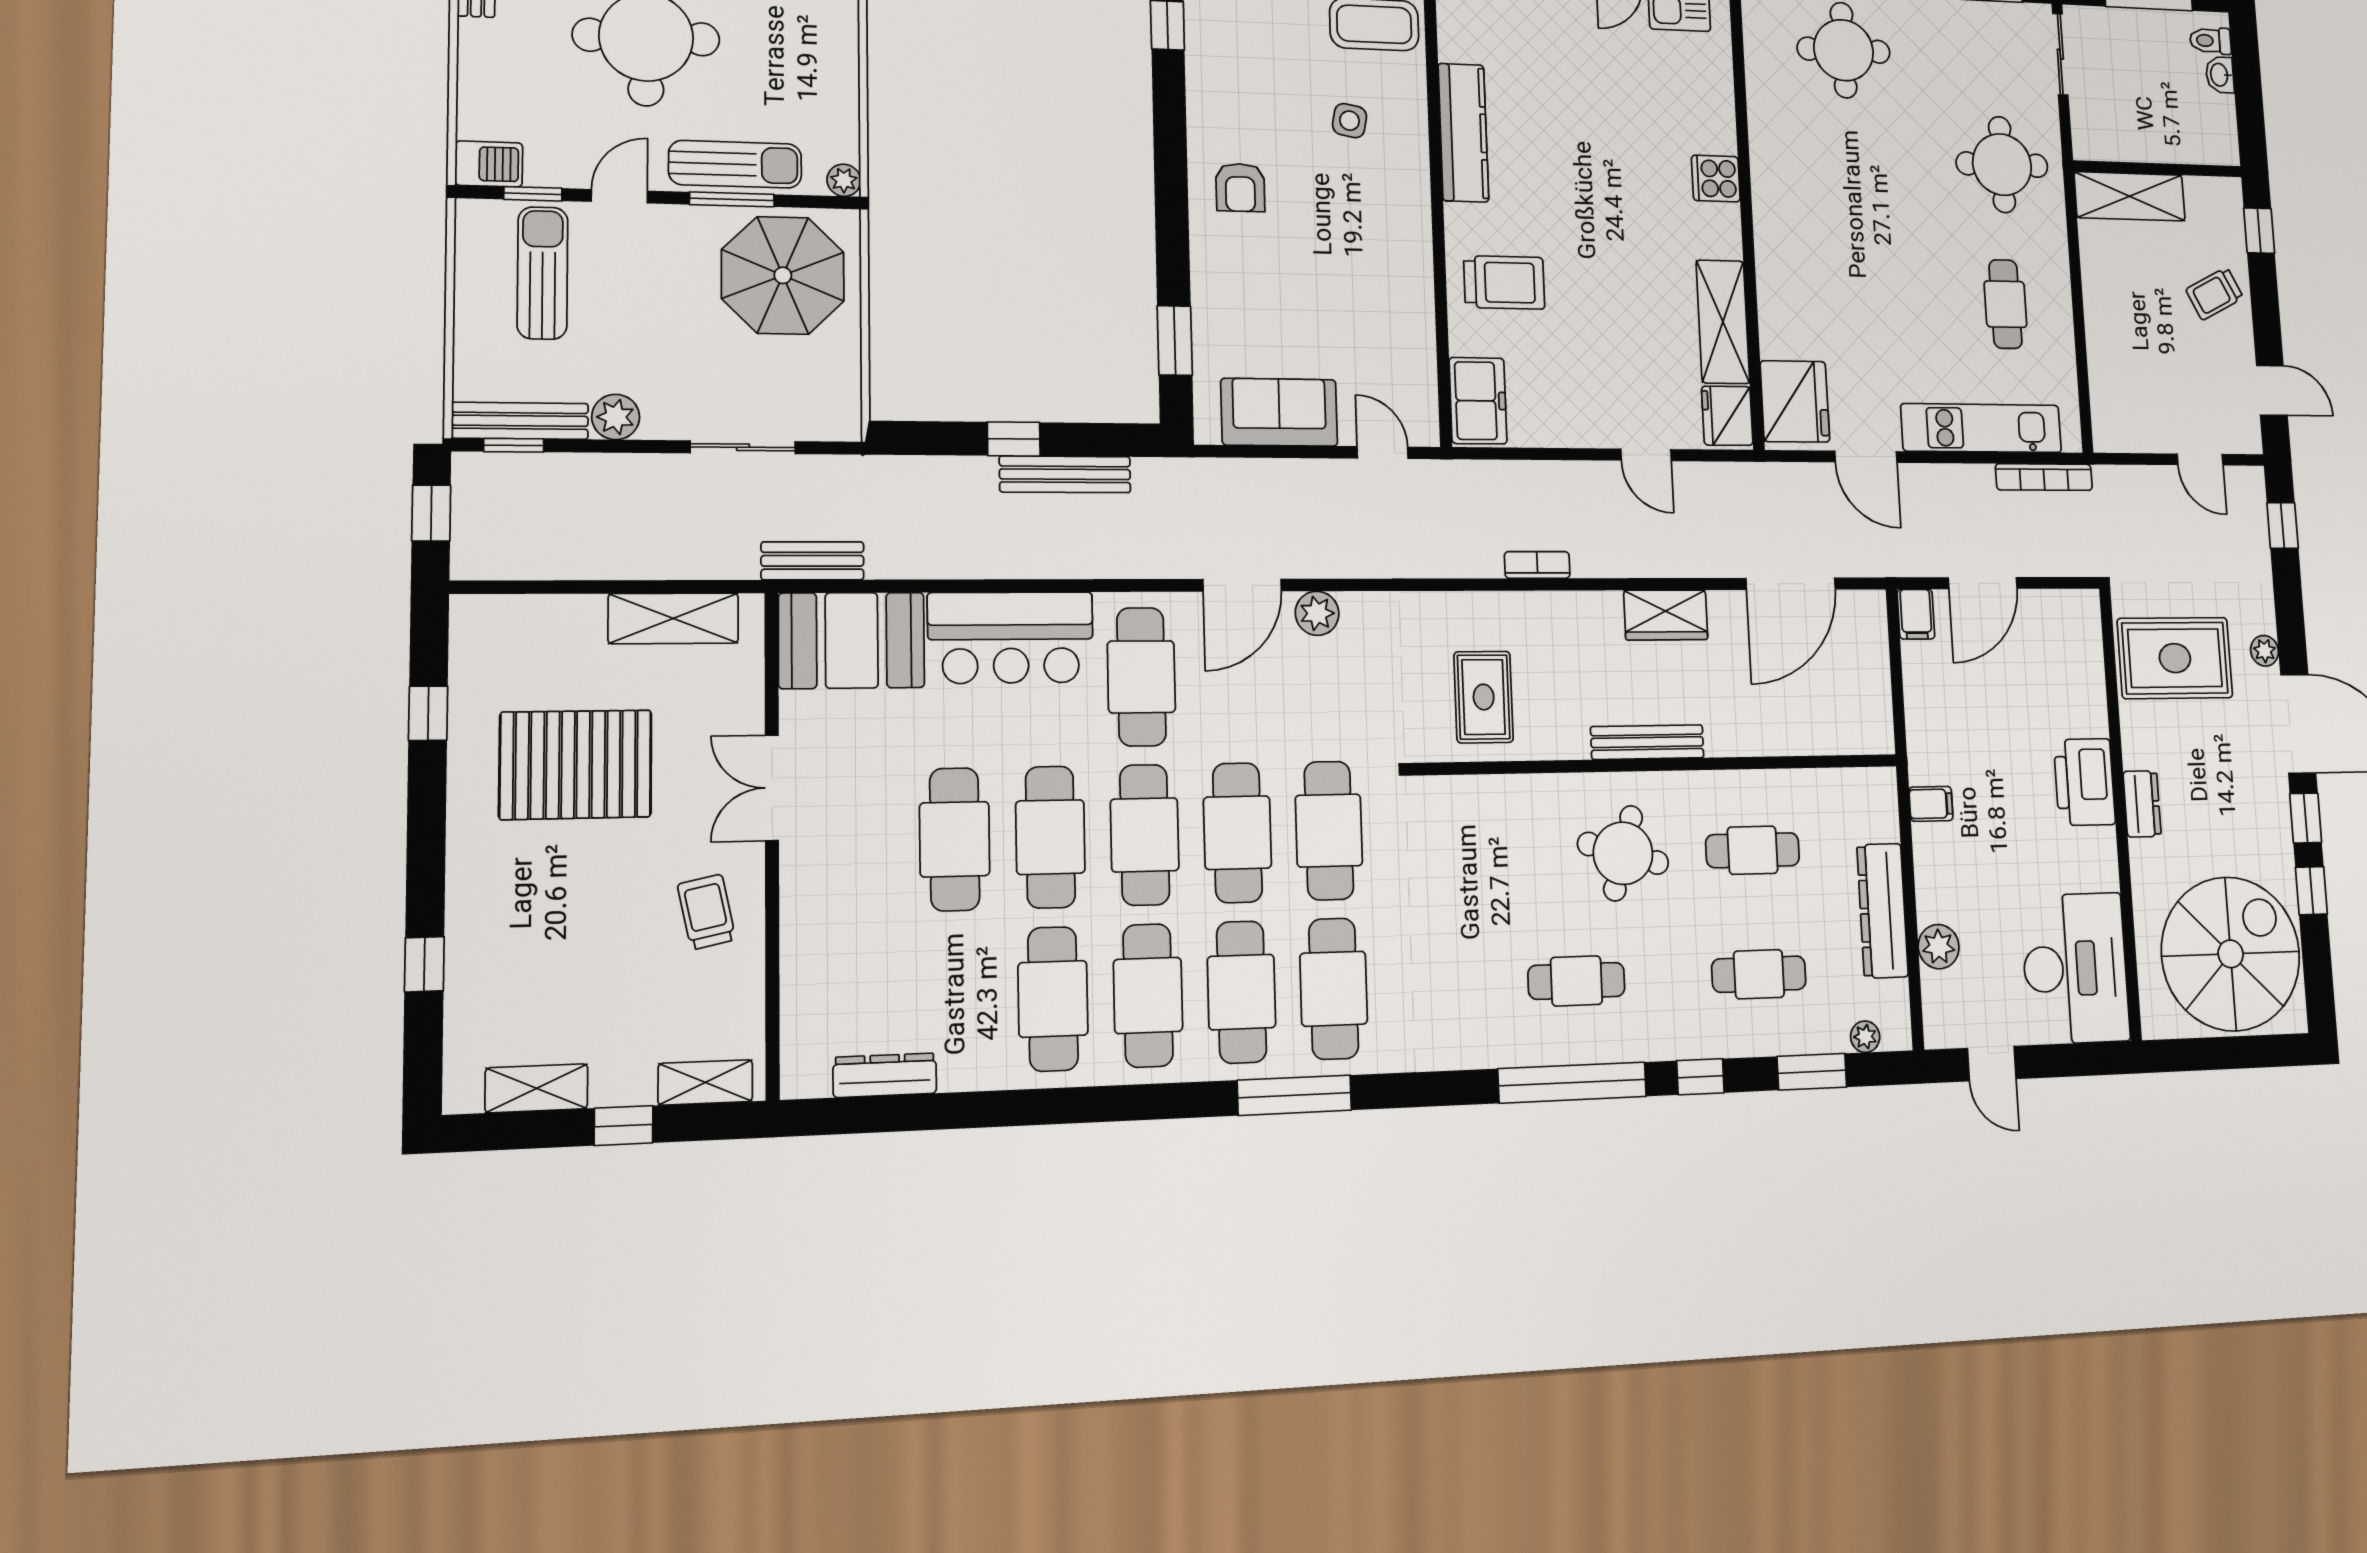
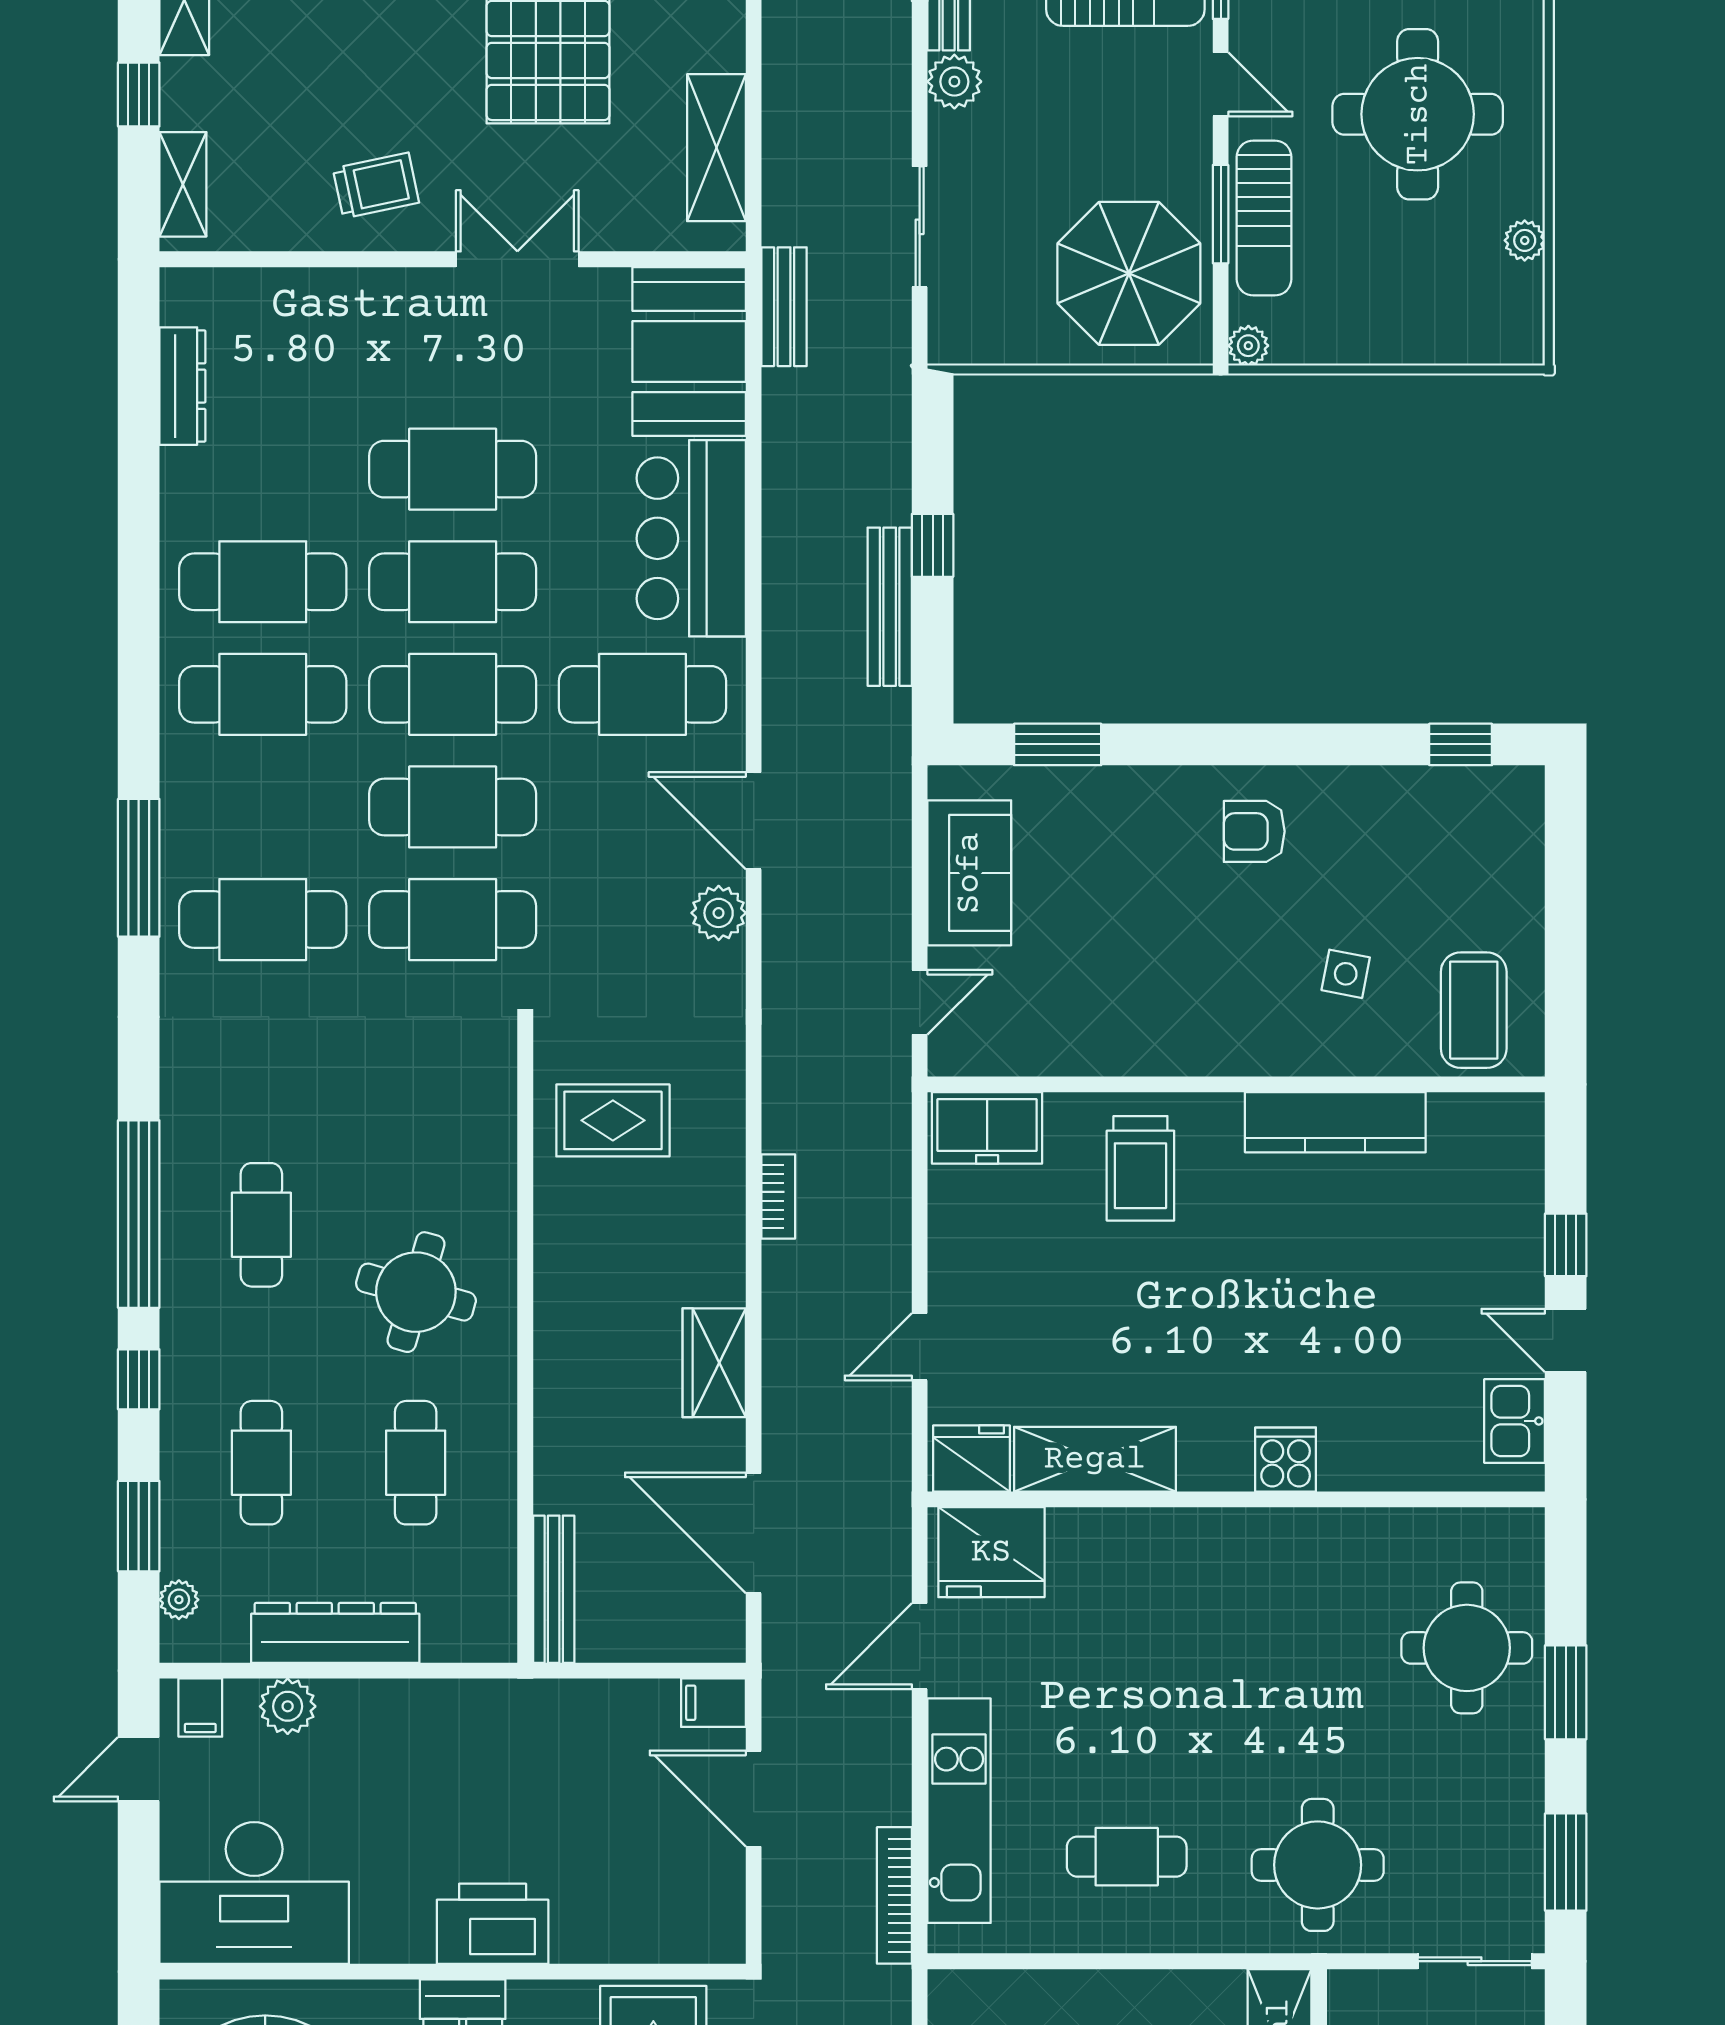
bench: (1647, 742) -> (554, 1589), moved
filing cabinet: (1931, 804) -> (200, 1708), moved
cafe table: (1242, 992) -> (263, 807), removed

